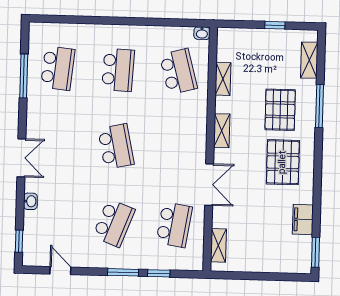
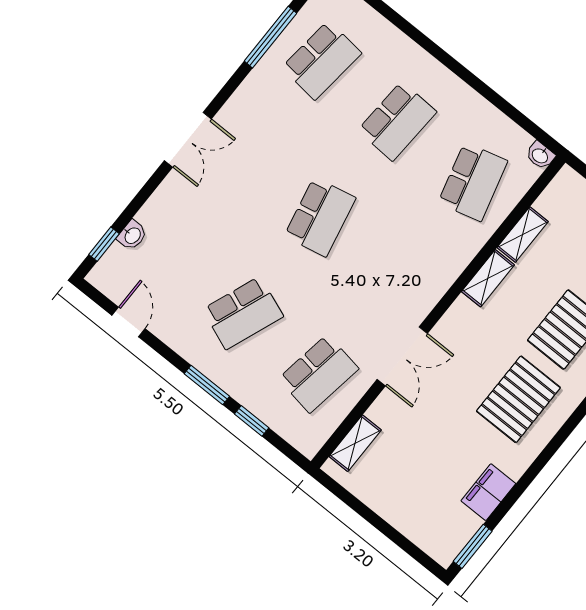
shelving: (222, 131) -> (488, 278), moved
washbasin: (30, 201) -> (132, 235), moved

